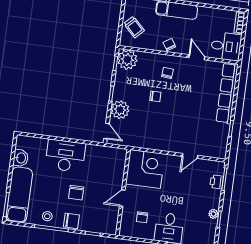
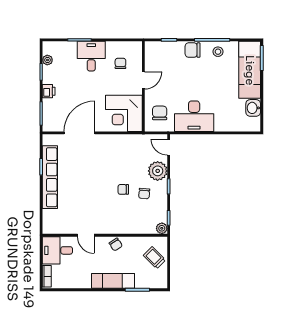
plant: (127, 60) -> (162, 228), width x0.53, depth x0.53
chair: (167, 73) -> (144, 194), moved
row of seats: (227, 93) -> (50, 177), moved
desk: (65, 156) -> (194, 116), moved
door: (190, 156) -> (79, 133), width x1.88
printer: (217, 182) -> (49, 91), moved
chair: (76, 193) -> (160, 113), moved
plant: (214, 214) -> (47, 60), moved

